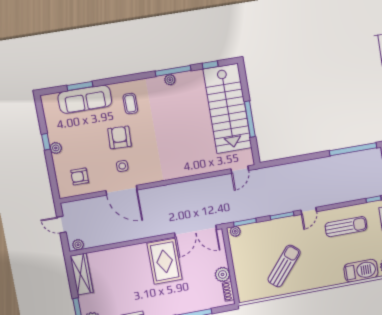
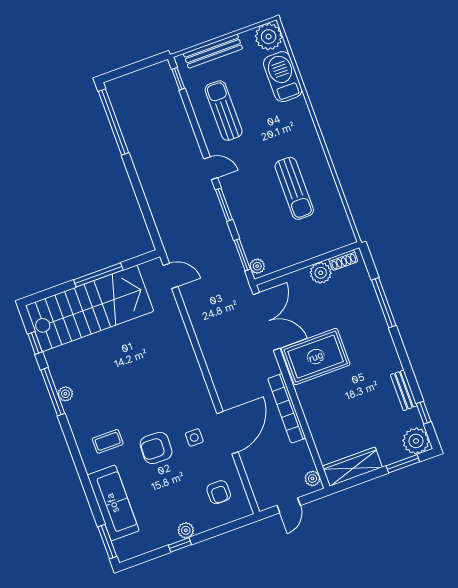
window: (80, 86) -> (107, 542), moved
bookcase: (132, 235) -> (287, 408), added
sun lounger: (284, 266) -> (294, 188), turned -130

